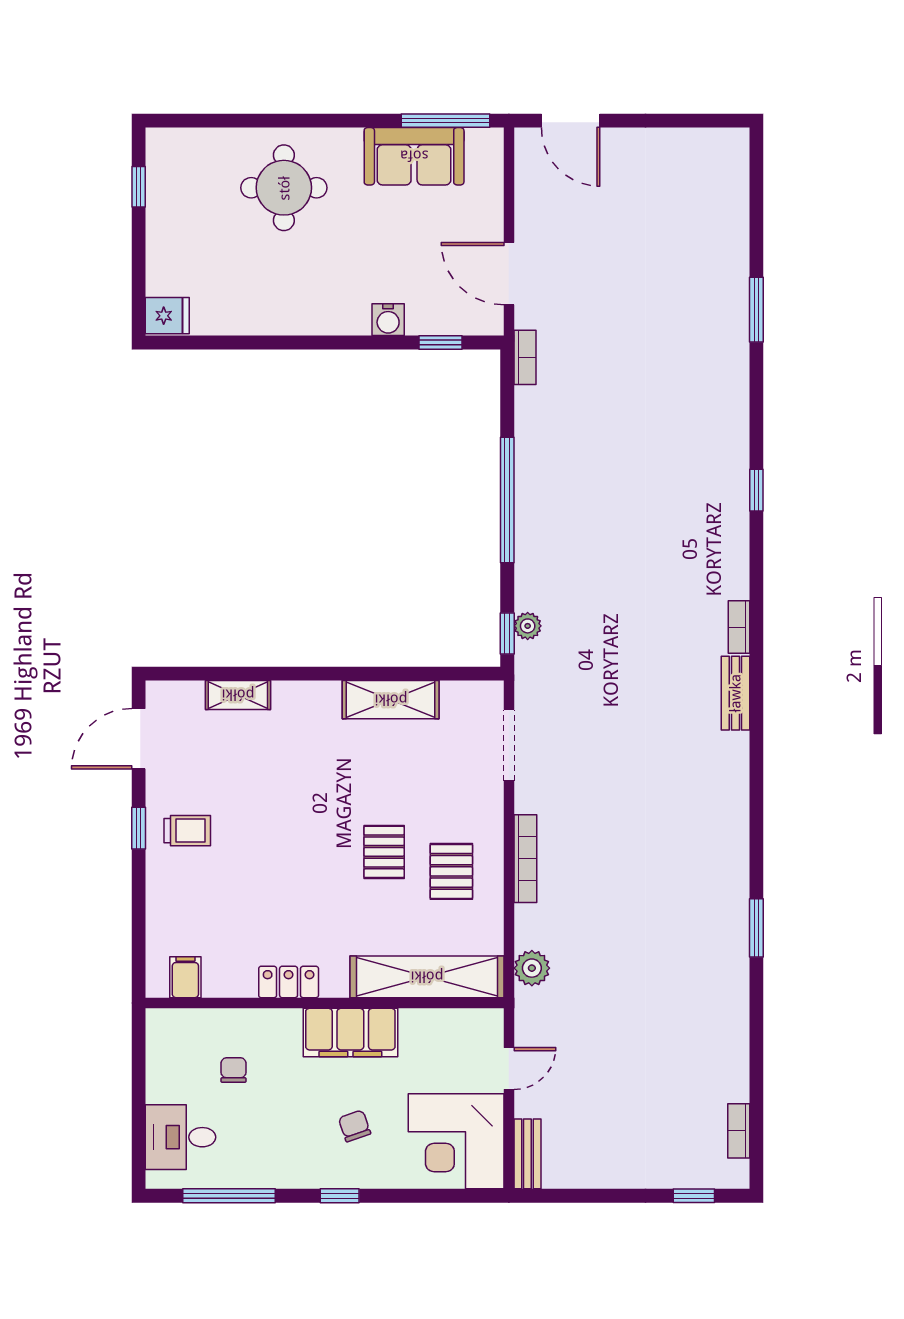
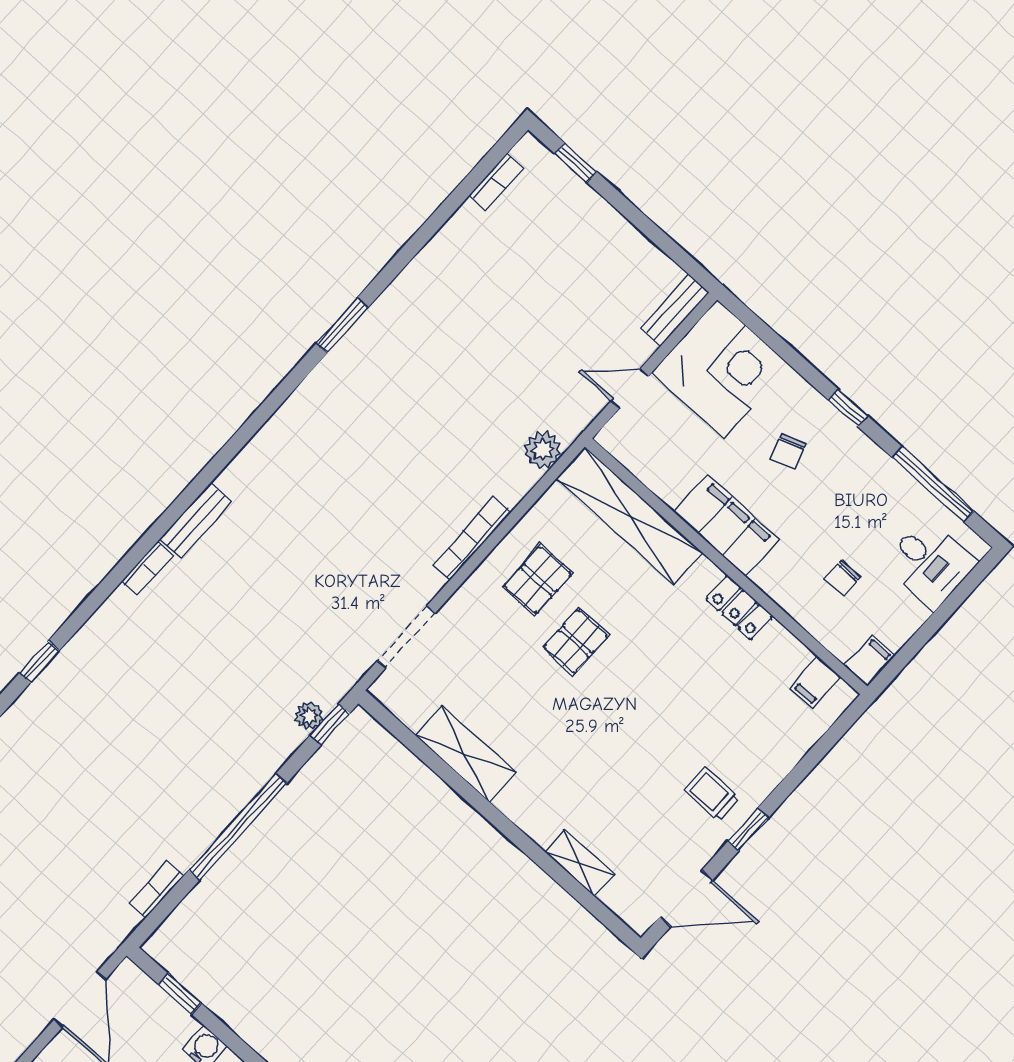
bookcase: (525, 357) -> (156, 890), moved
filing cabinet: (161, 1028) -> (870, 661), added

